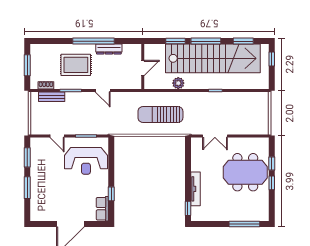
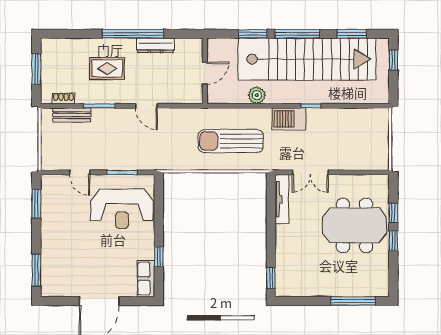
rug: (76, 65) -> (107, 69), width x0.73, depth x0.70
barbecue: (200, 99) -> (289, 119), added
window: (27, 188) -> (36, 270), moved
tv unit: (195, 189) -> (282, 199), moved

